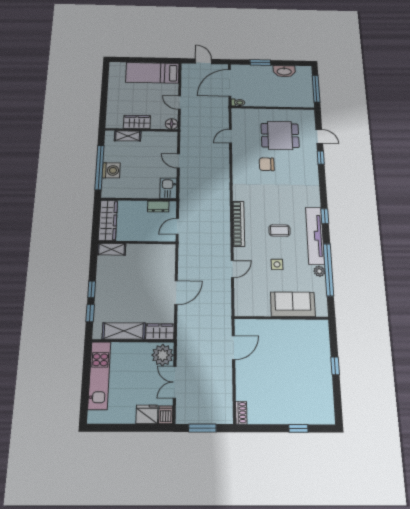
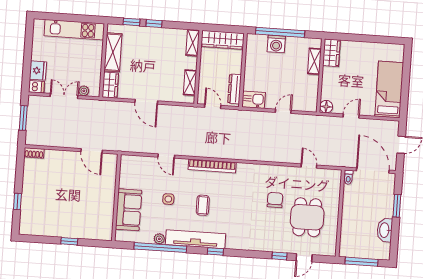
wardrobe: (137, 122) -> (331, 53), moved
dresser: (158, 206) -> (235, 89), width x1.44
shelving: (154, 250) -> (190, 83), added
plant: (163, 355) -> (84, 91), width x0.53, depth x0.53

